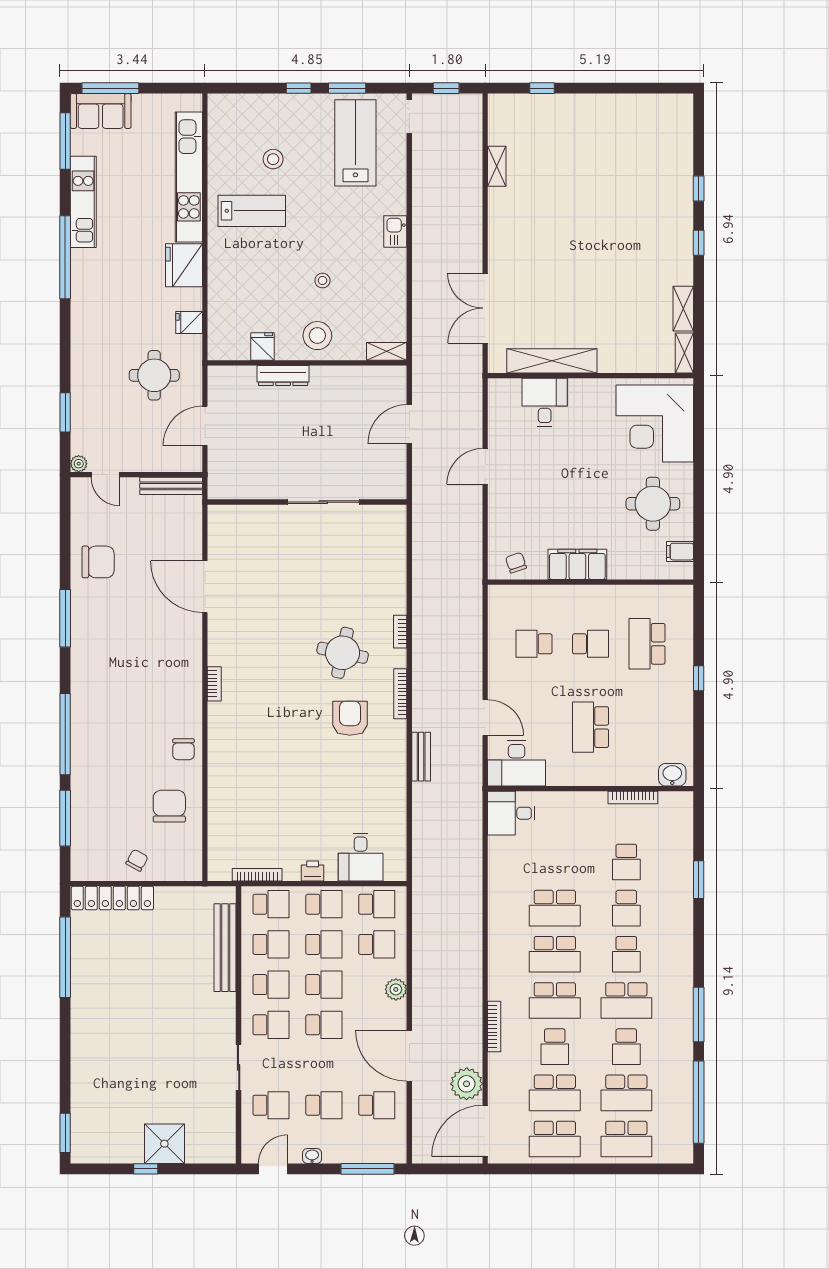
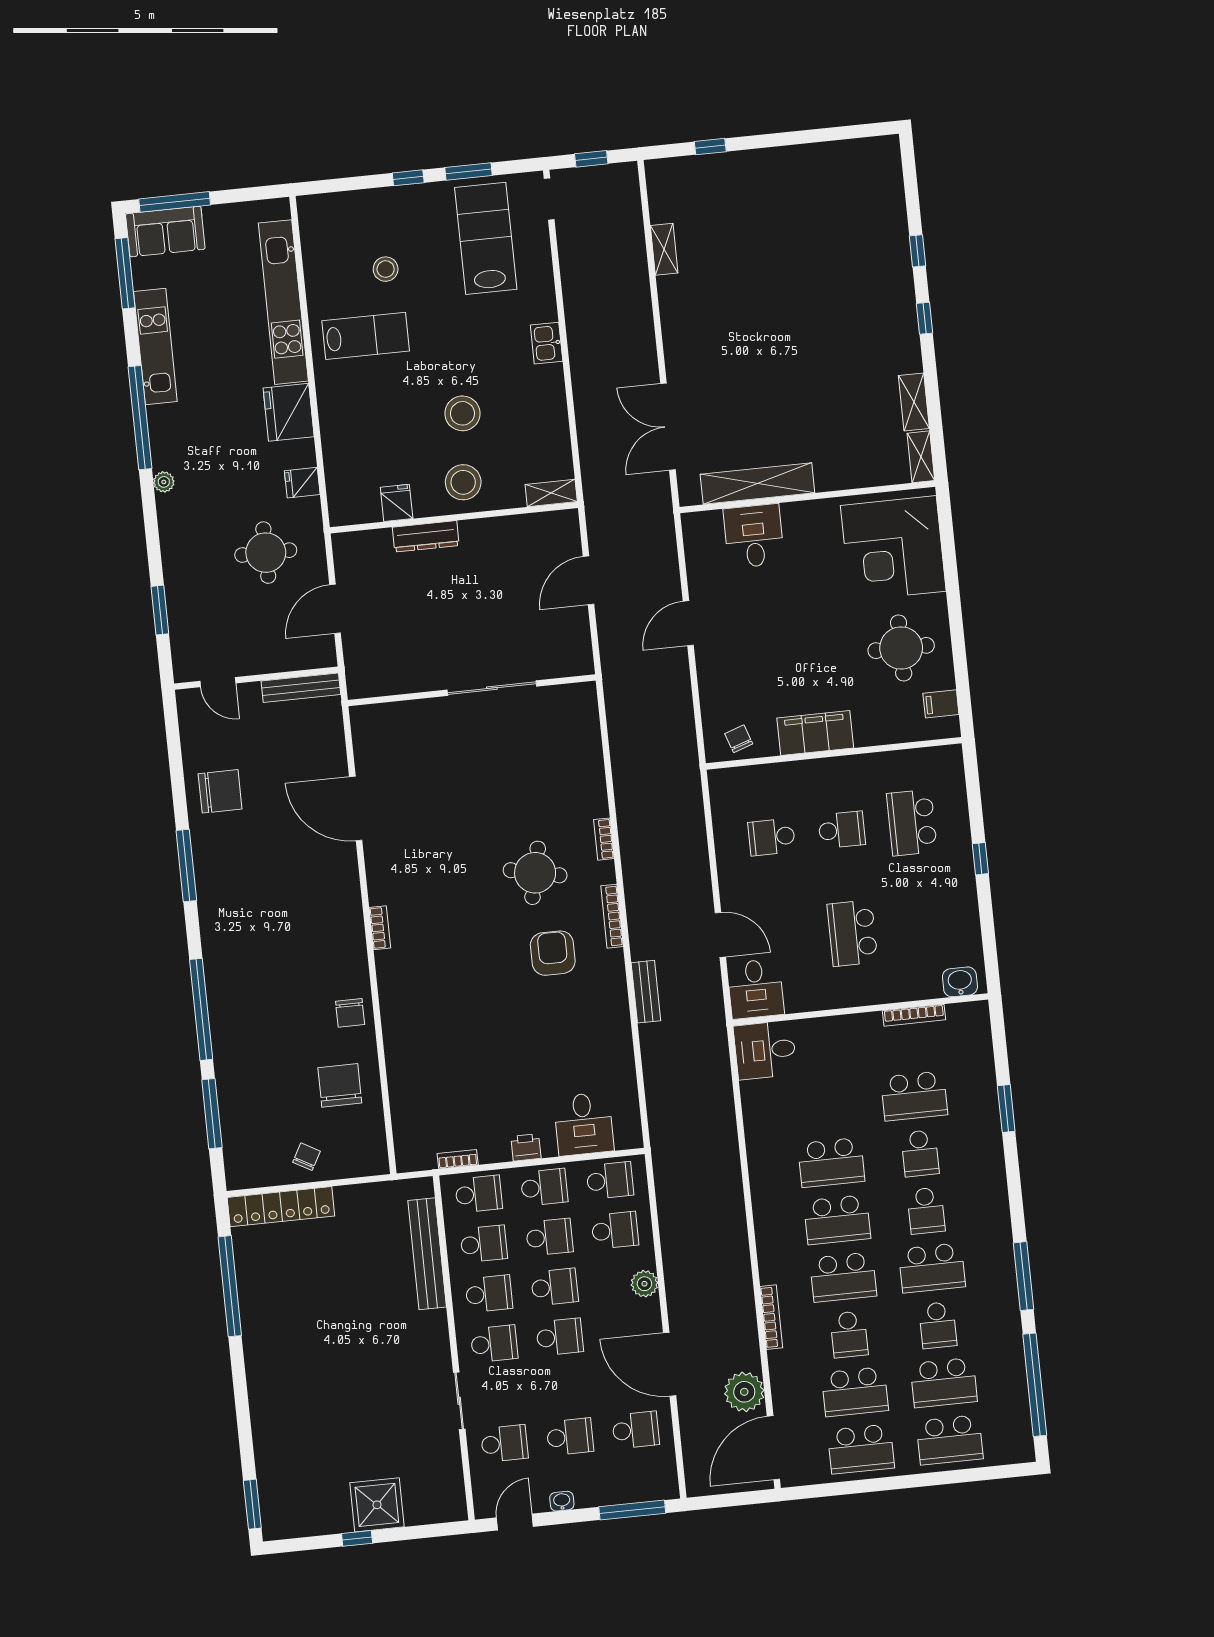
stool: (322, 281) -> (462, 413), width x1.89, depth x1.89
plant: (79, 464) -> (164, 482), moved
desk: (517, 763) -> (756, 989), width x0.73
school desk: (626, 862) -> (914, 1096), width x1.85
bookcase: (257, 875) -> (458, 1159), width x0.64

